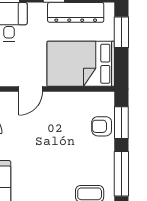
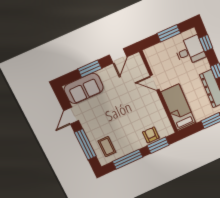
bed: (81, 64) -> (178, 108), width x0.67

